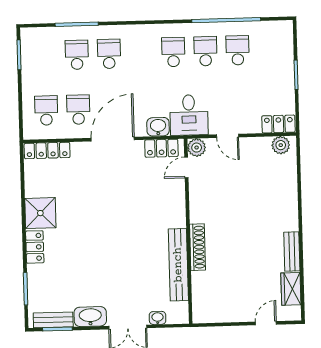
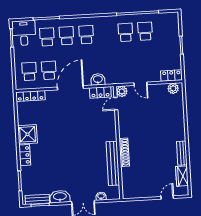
school desk: (173, 52) -> (86, 35), moved
desk: (189, 115) -> (24, 33), moved, turned 180

